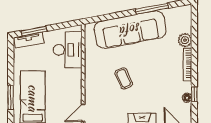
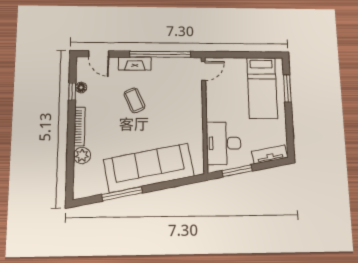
window: (34, 31) -> (237, 171), moved
coffee table: (124, 78) -> (134, 100), moved

